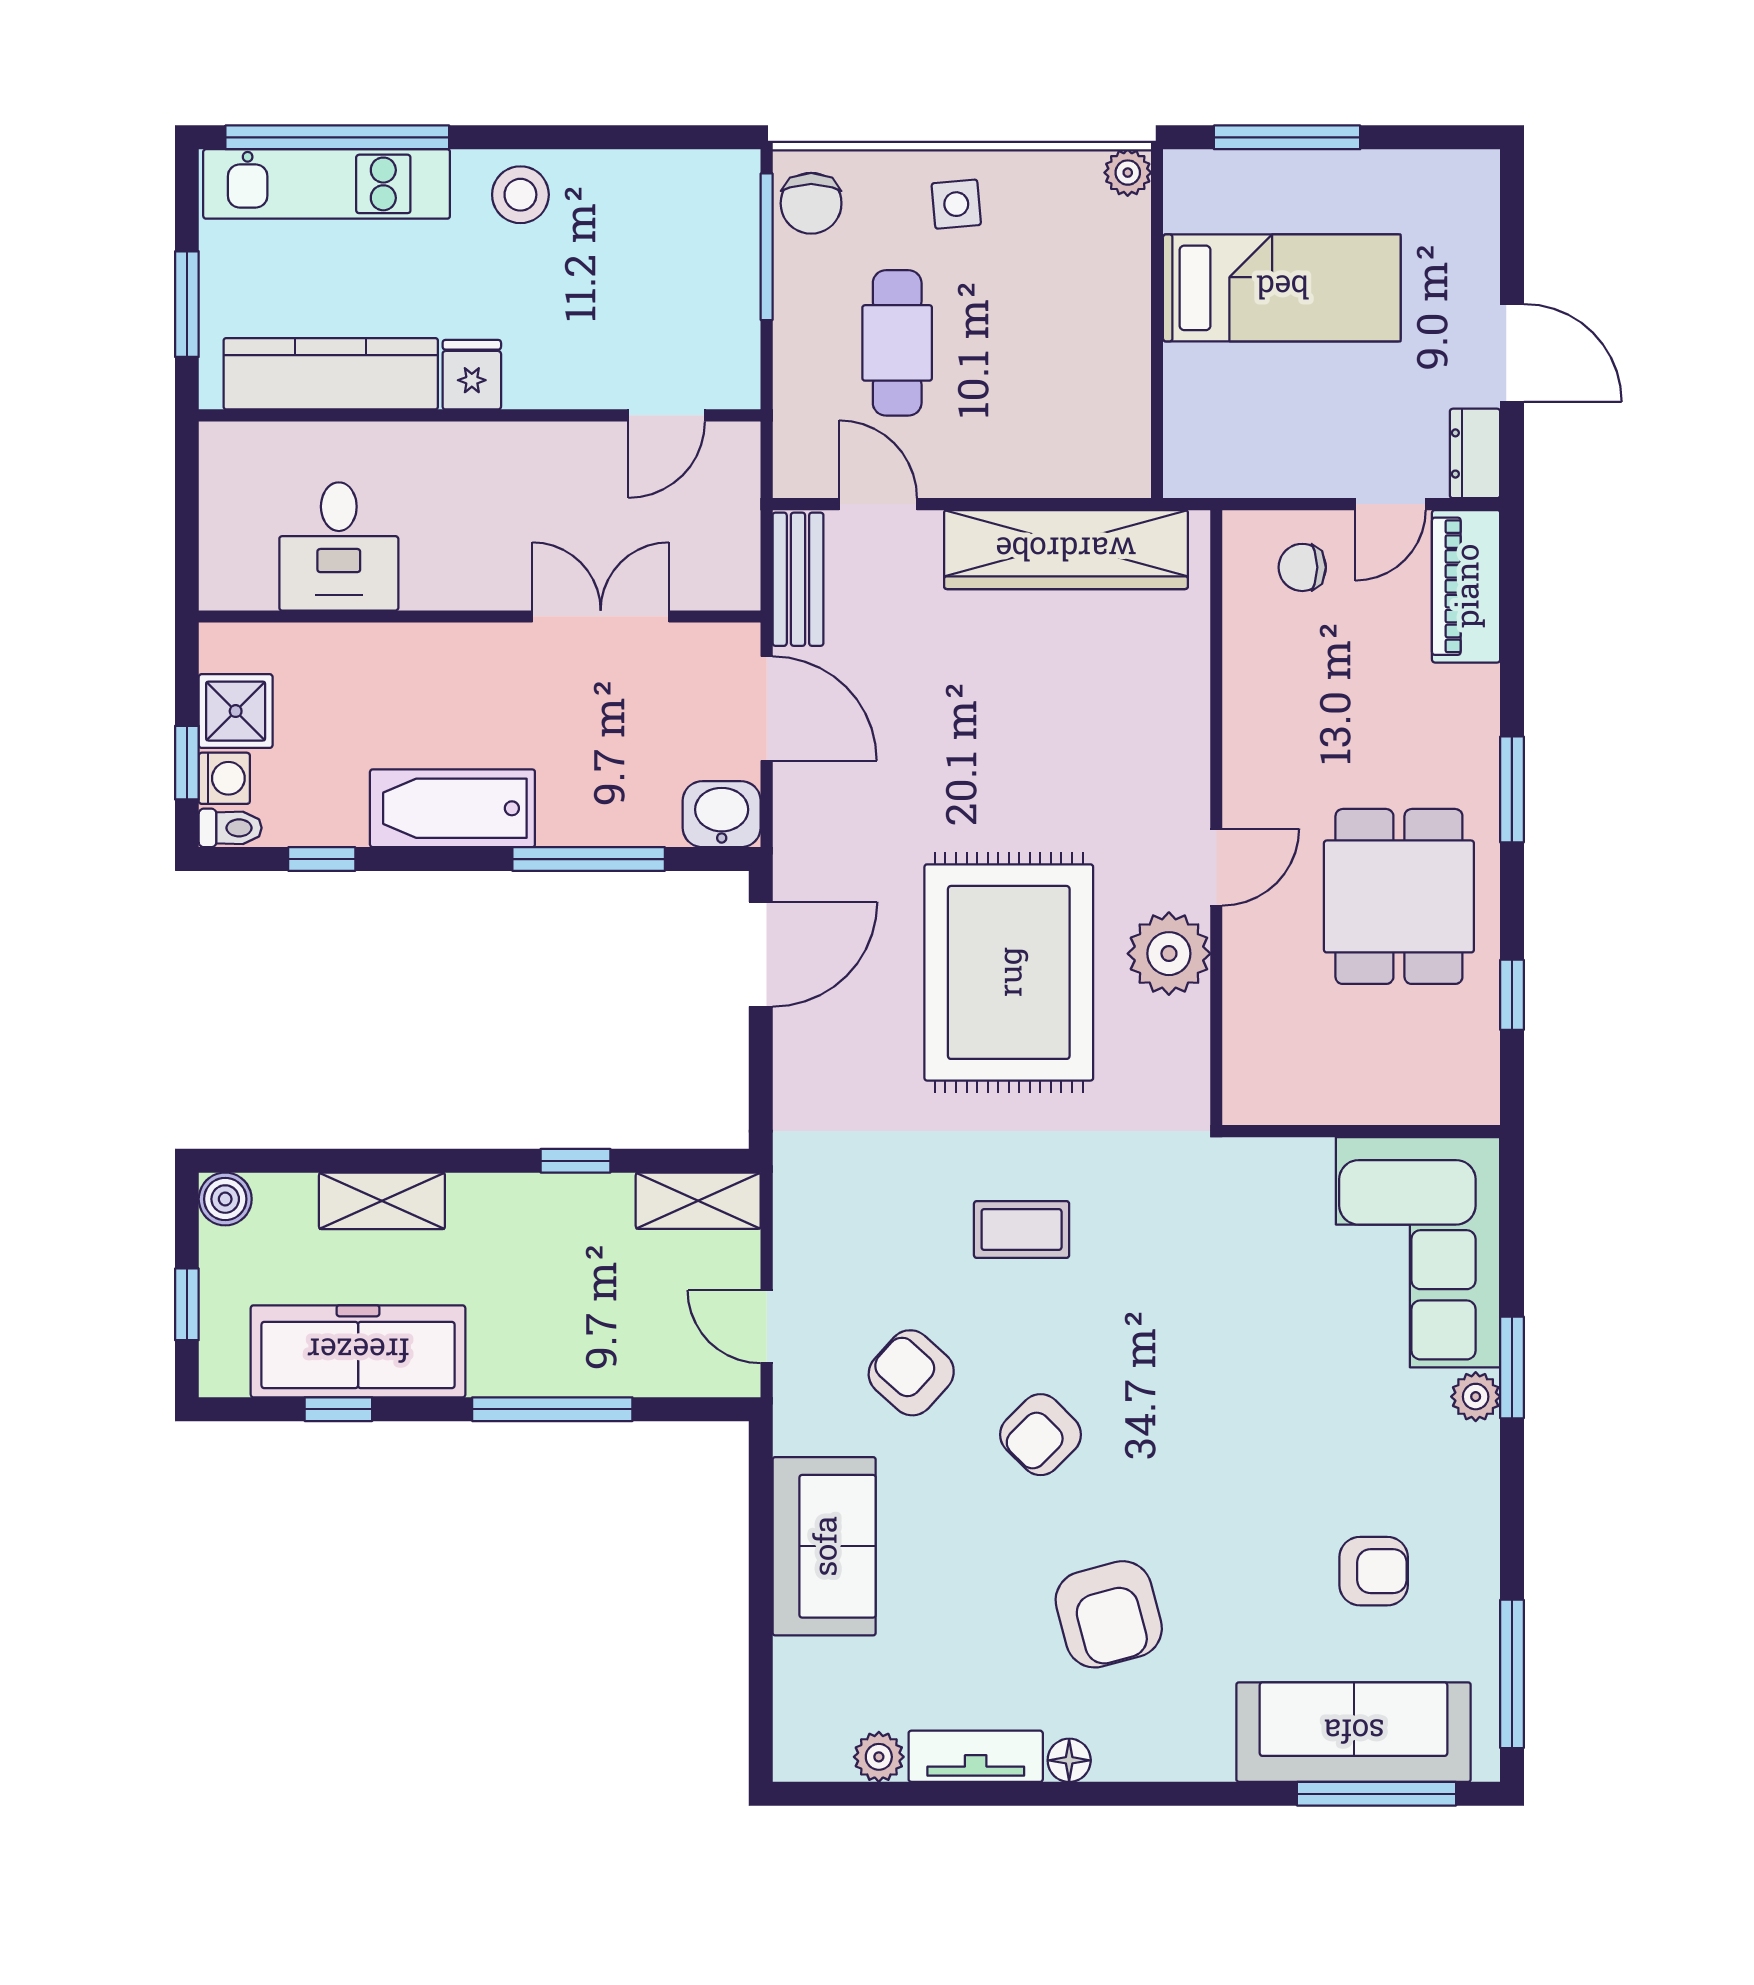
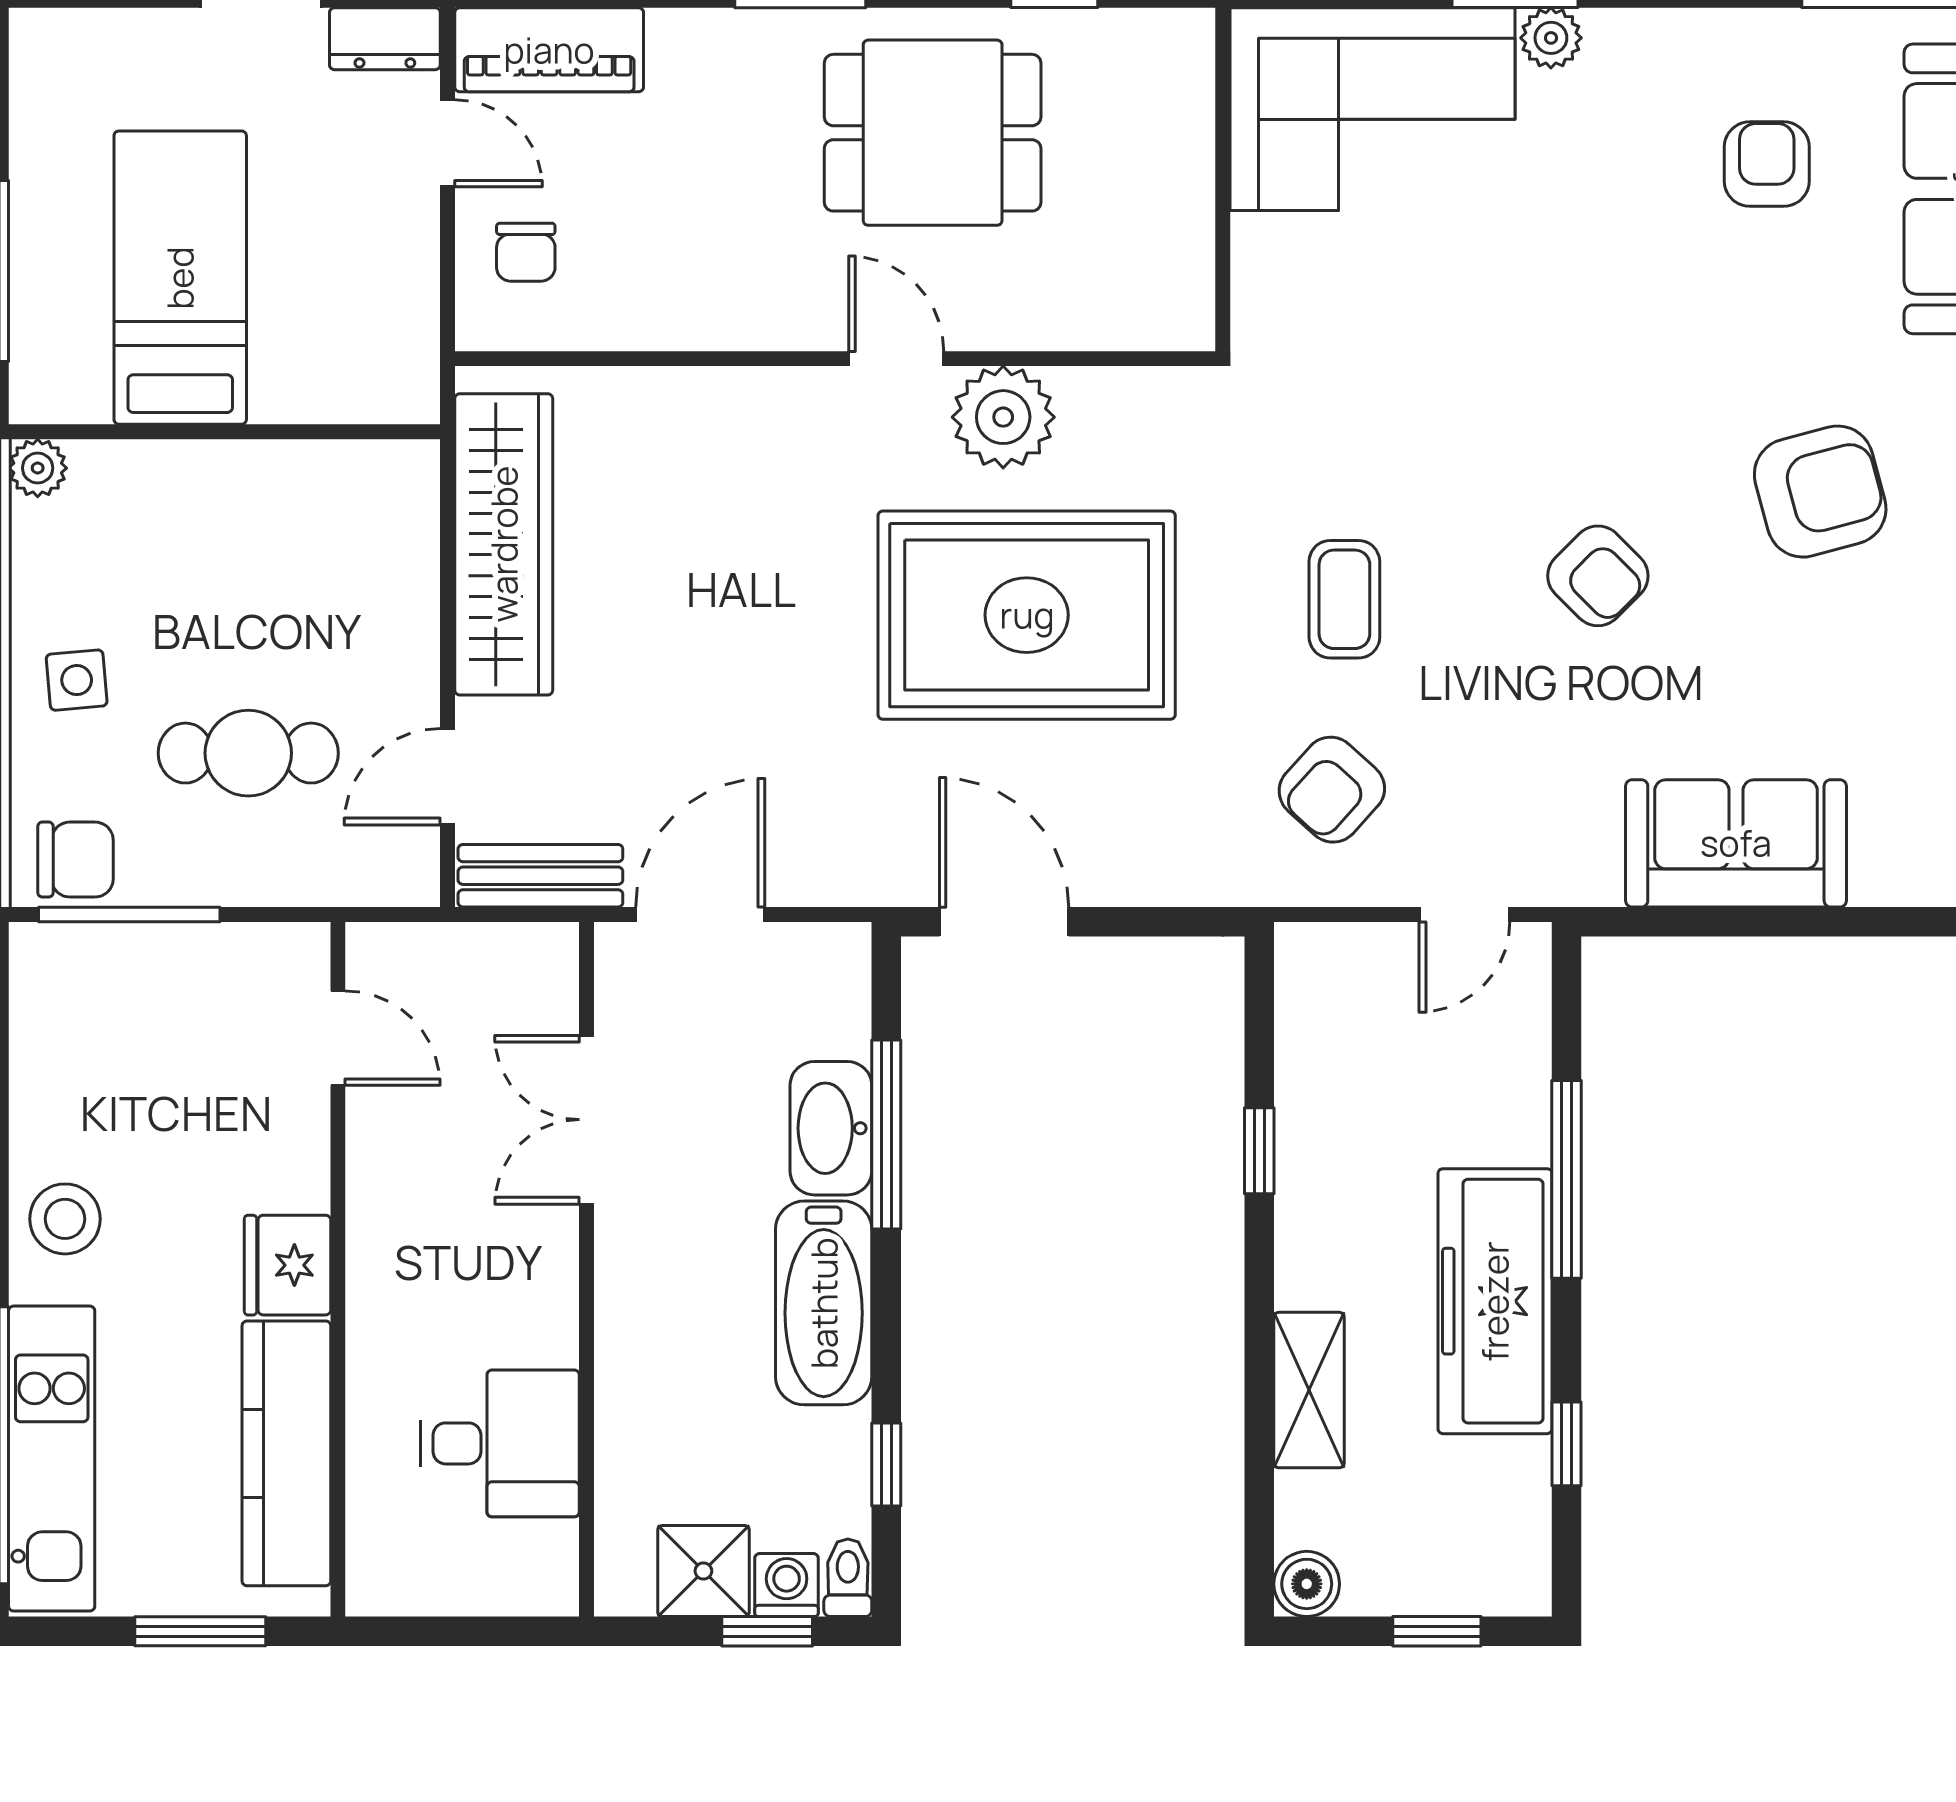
fridge: (472, 375) -> (287, 1265), width x1.38
washbasin: (722, 814) -> (831, 1128), moved, width x1.38
shelving: (698, 1201) -> (1309, 999), removed
freezer: (358, 1351) -> (1495, 1301), moved
armchair: (911, 1373) -> (1332, 790), moved

